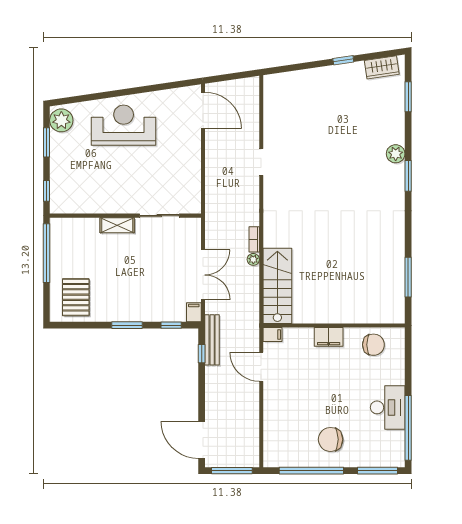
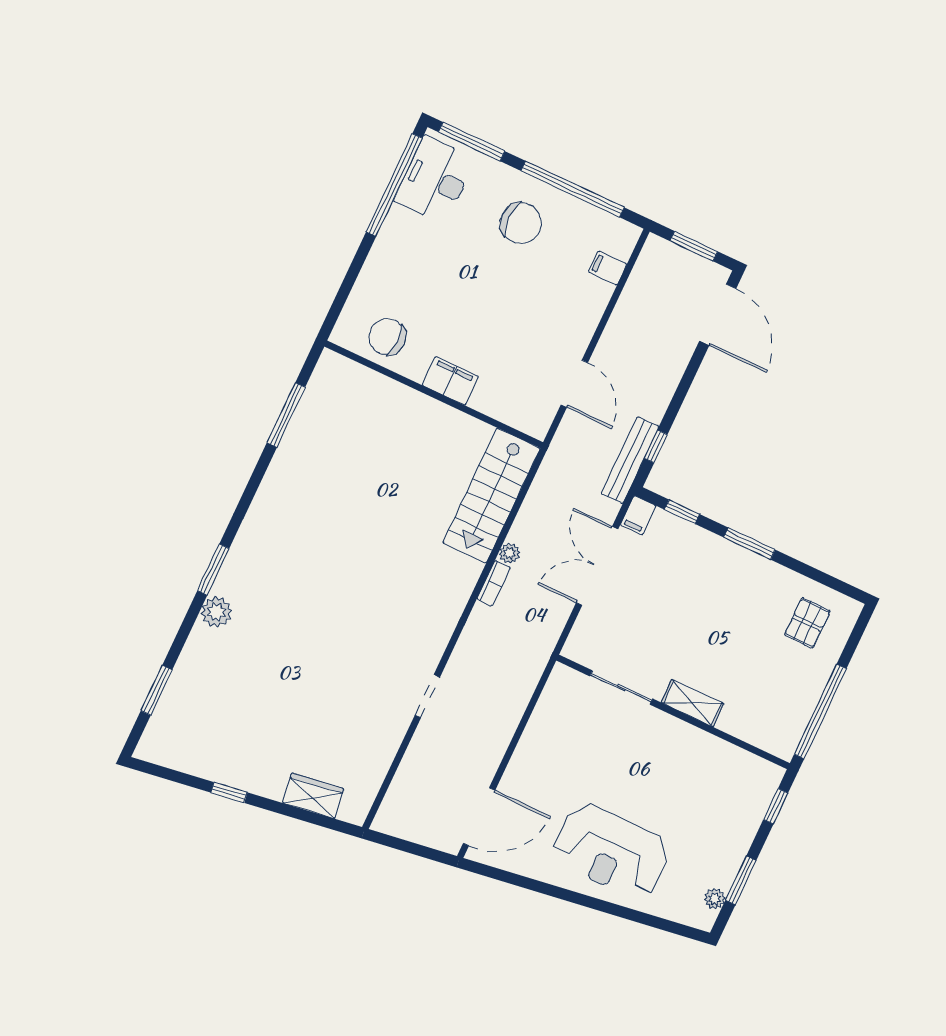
wardrobe: (382, 67) -> (313, 796), moved
door: (203, 110) -> (479, 817), swing flipped
plant: (61, 120) -> (715, 899), width x0.53, depth x0.53
pallet: (76, 297) -> (807, 623), width x0.67, depth x0.71
filing cabinet: (273, 335) -> (608, 268), moved
desk: (388, 407) -> (435, 180), moved
window: (232, 471) -> (694, 246), width x0.69

